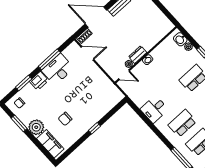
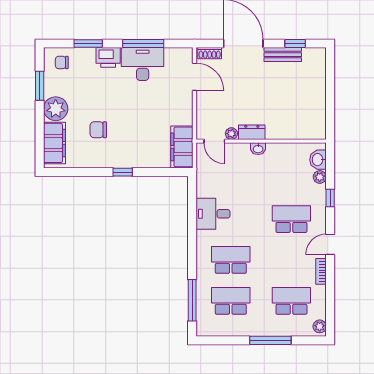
filing cabinet: (111, 91) -> (182, 147), added

